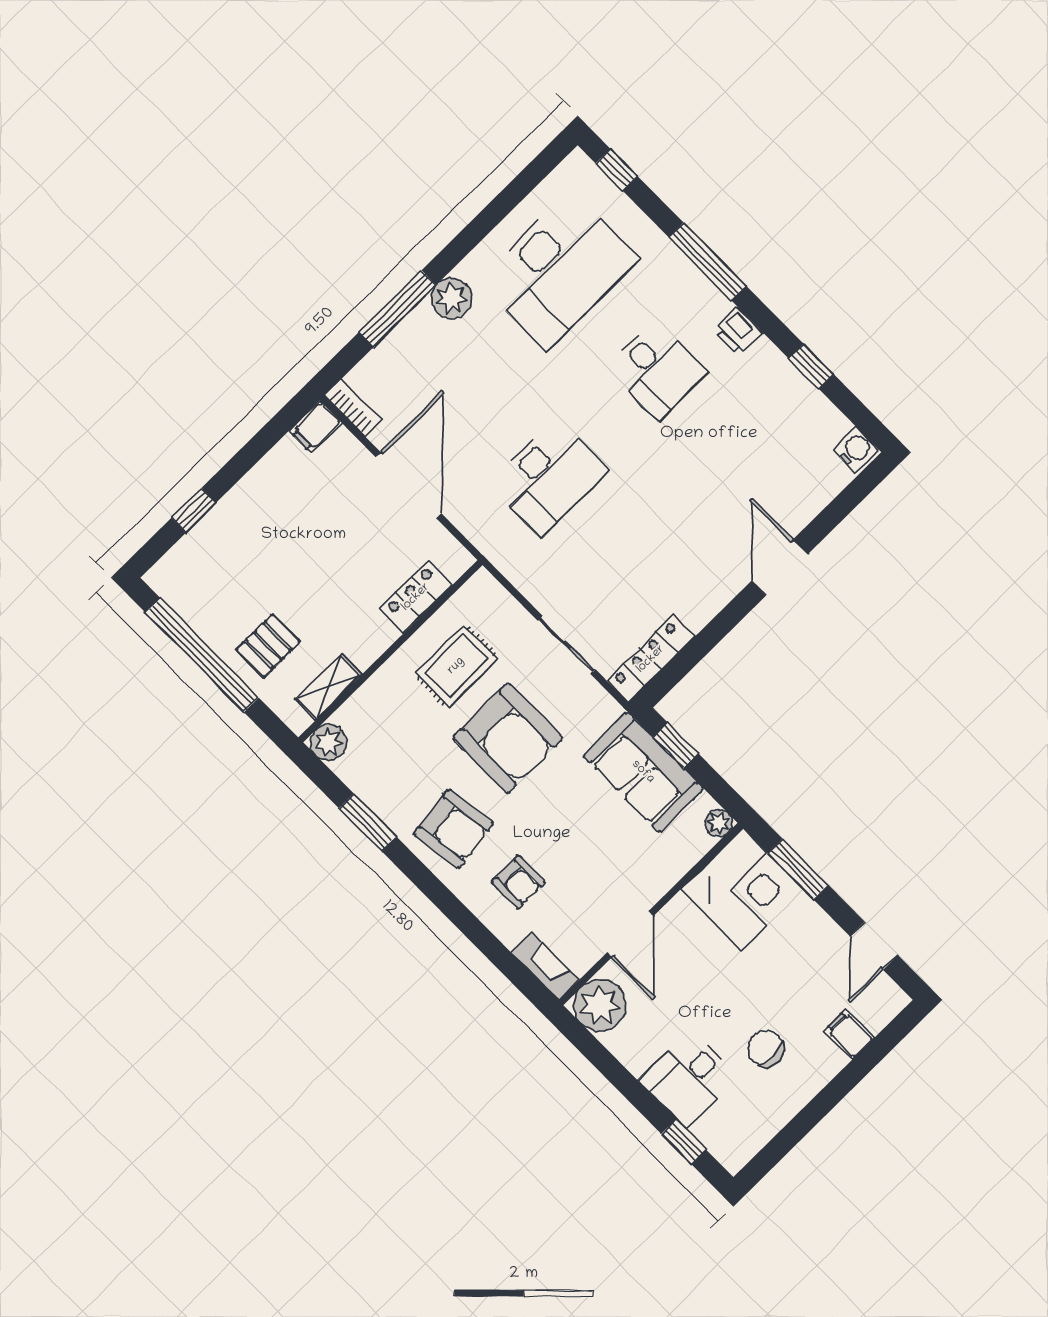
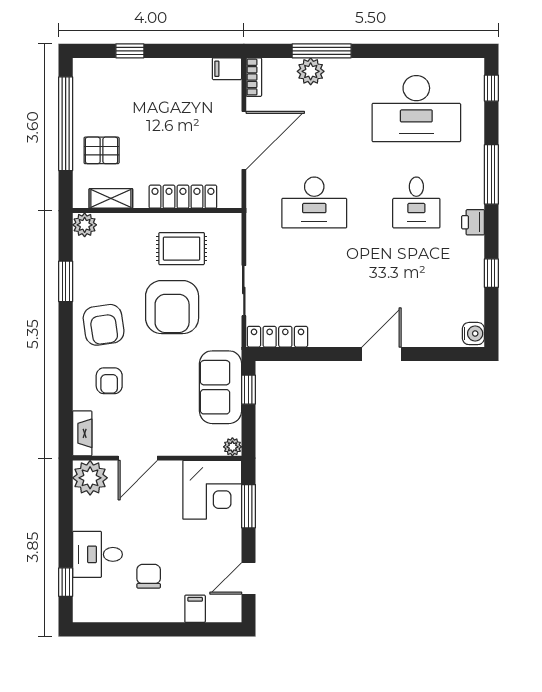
plant: (451, 298) -> (311, 71), moved
locker: (416, 597) -> (183, 197), width x1.53

